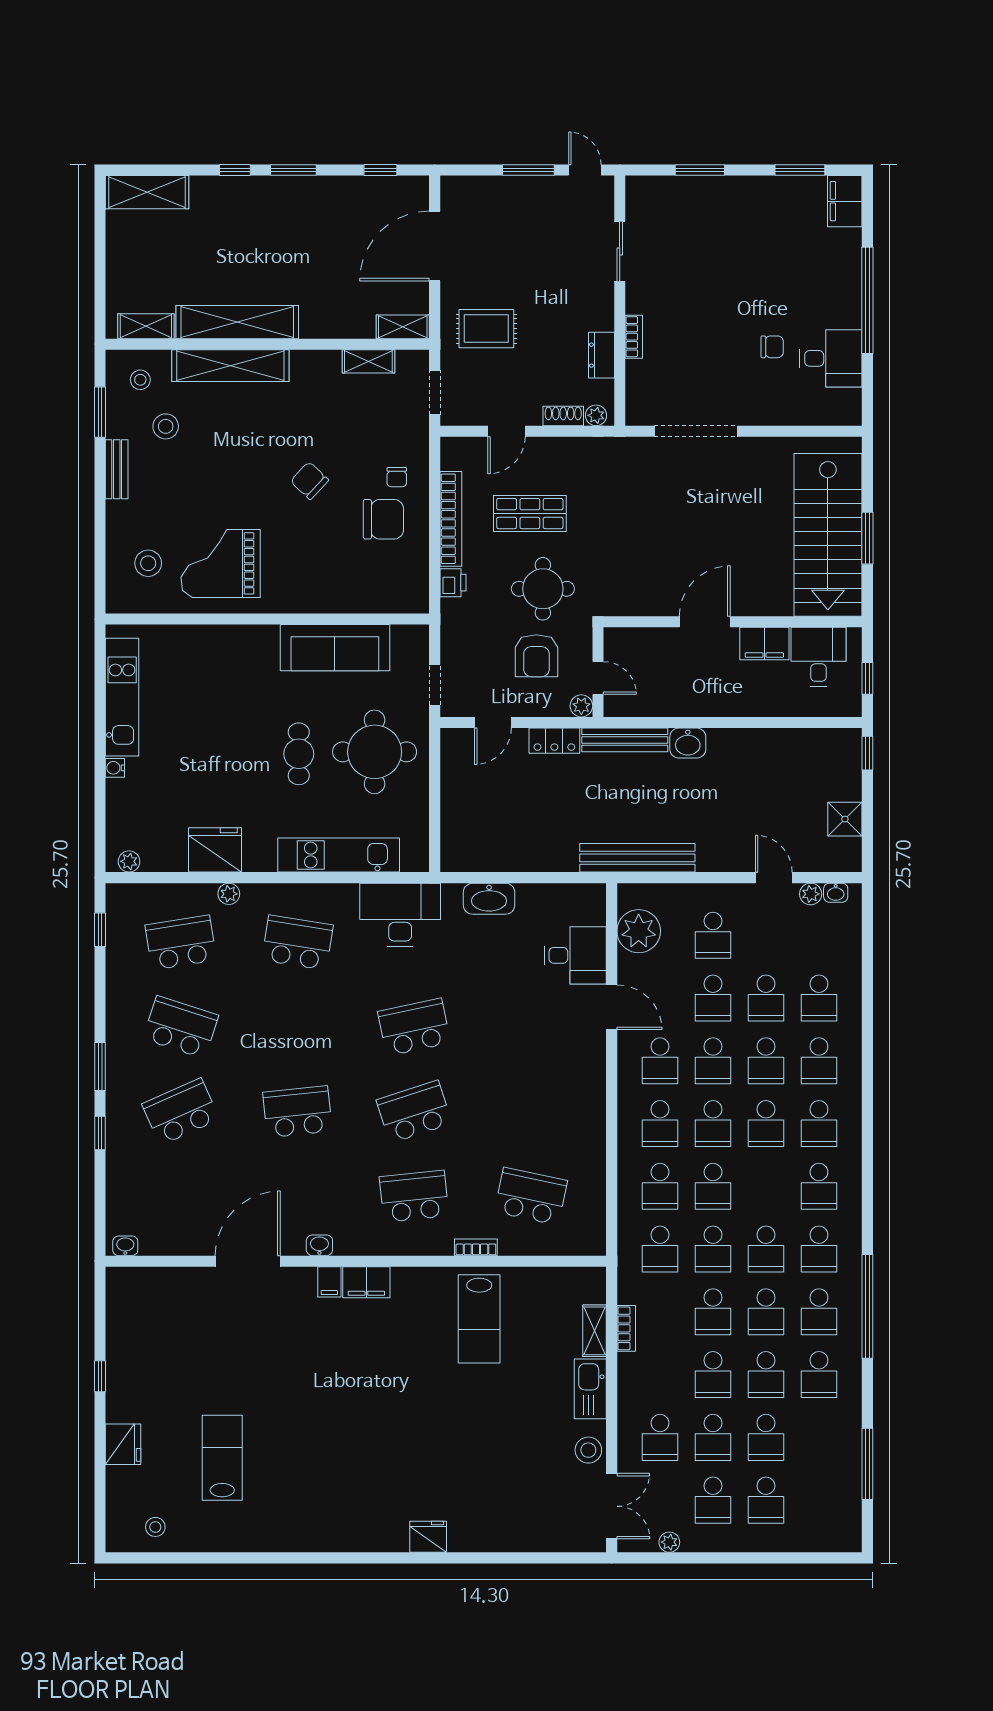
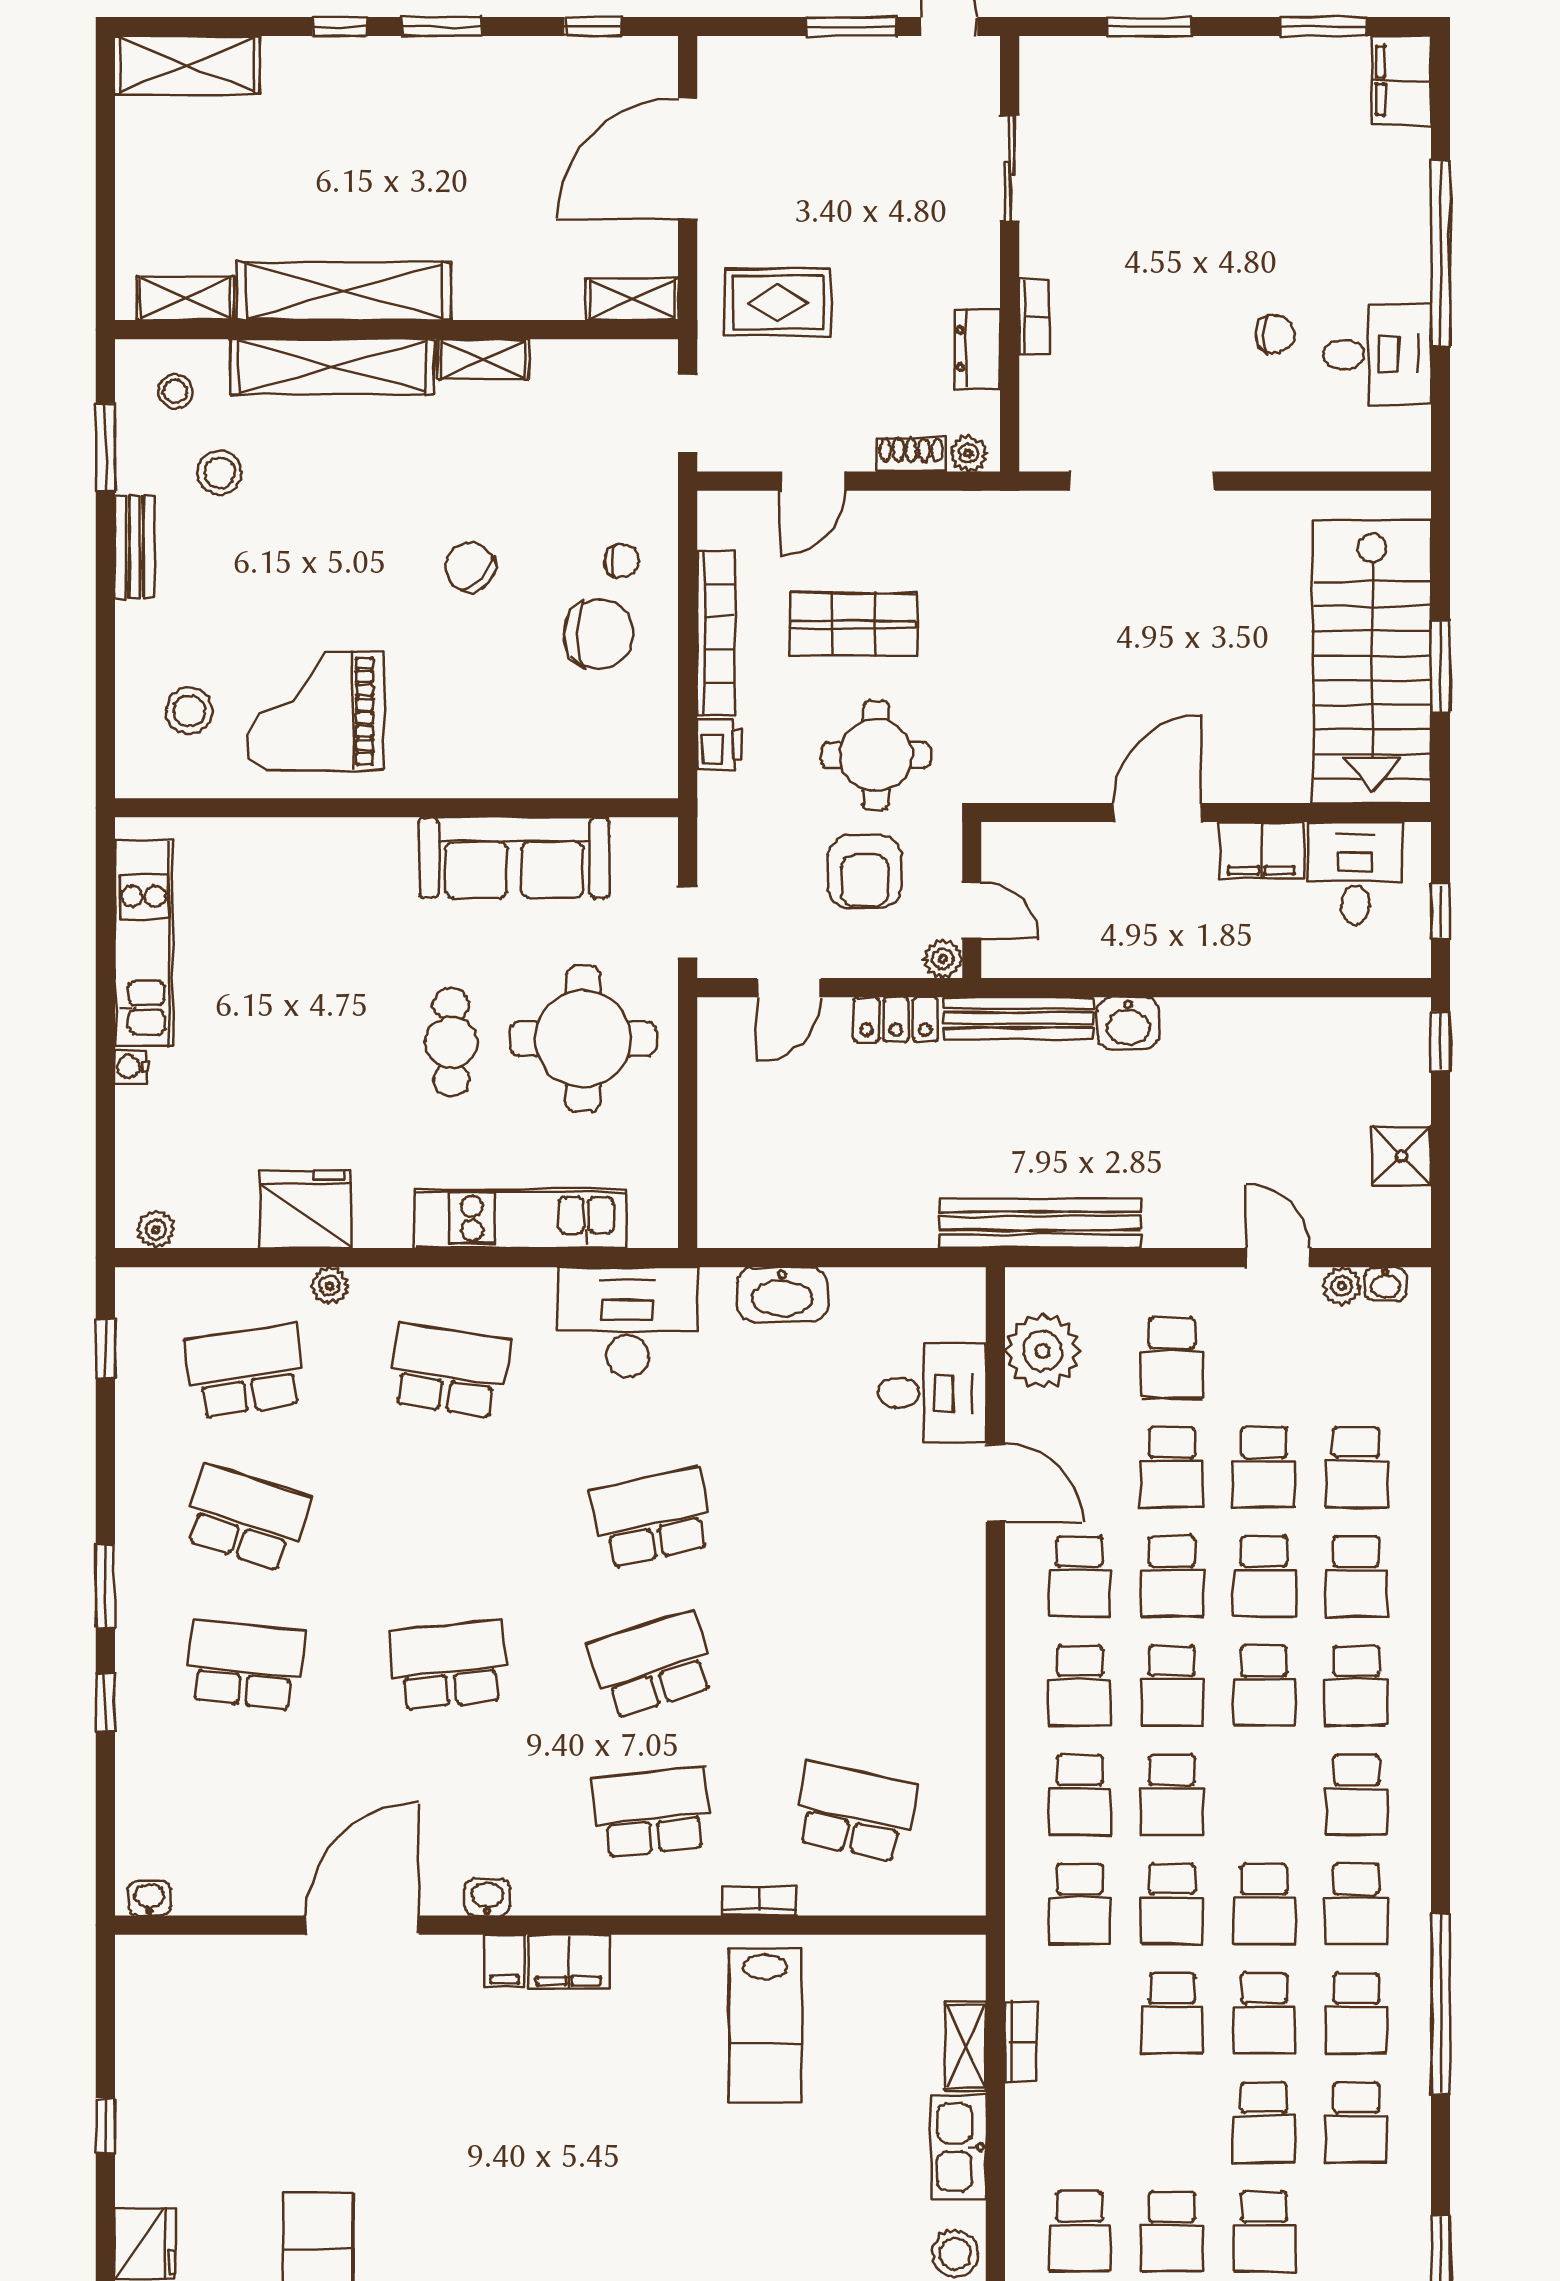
shelving: (368, 361) -> (483, 359), moved
chair: (397, 477) -> (622, 561), turned -90
school desk: (181, 1112) -> (246, 1665), turned 30
school desk: (713, 1375) -> (1172, 2122), removed

